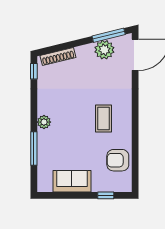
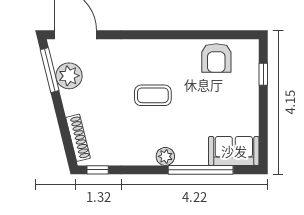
coffee table: (103, 119) -> (153, 95), moved
window: (34, 148) -> (201, 170), width x1.46
sofa: (72, 181) -> (234, 151), moved, turned 90

